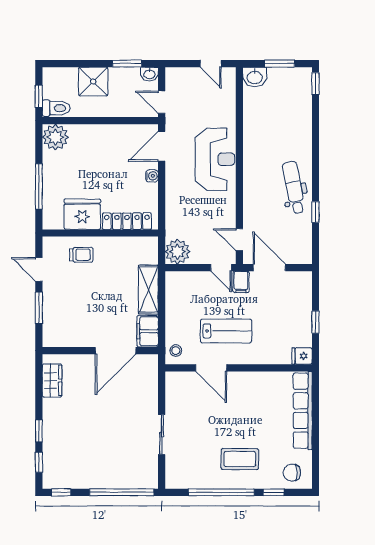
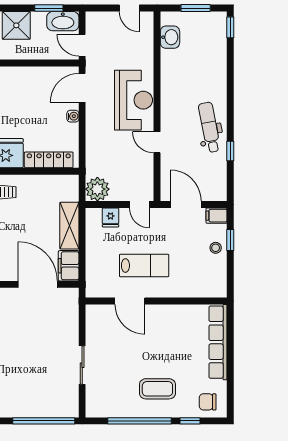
washbasin: (149, 74) -> (63, 21), width x1.91, depth x1.45
washbasin: (255, 77) -> (170, 37), moved, turned -90
door: (239, 240) -> (157, 142), moved
filing cabinet: (241, 282) -> (217, 216), moved, turned 90
window: (315, 322) -> (230, 240), moved
door: (116, 351) -> (38, 284), swing flipped
stool: (176, 351) -> (216, 248), moved
fridge: (302, 356) -> (111, 217), moved, turned -90

